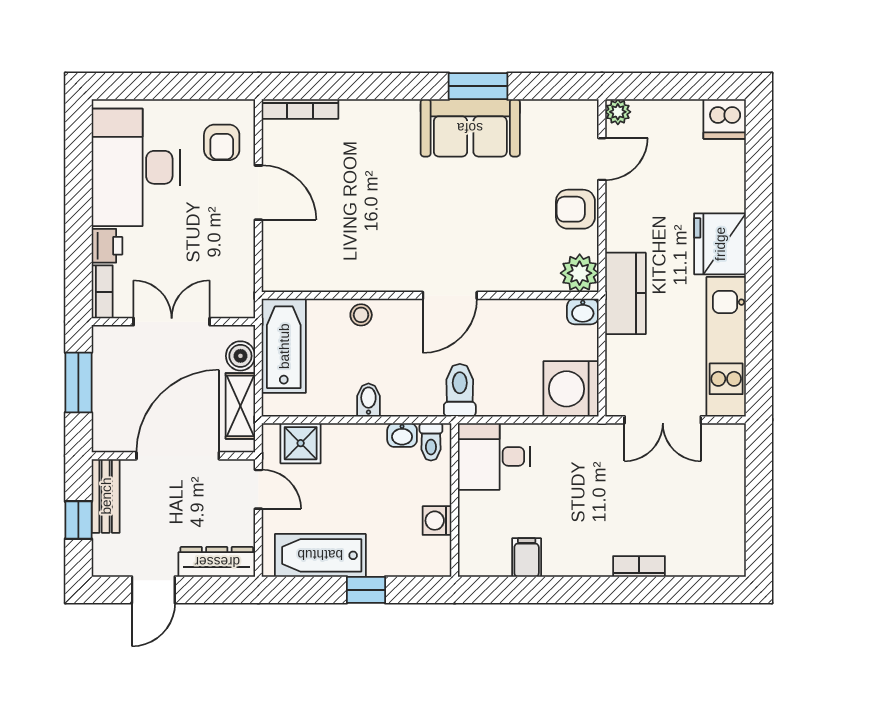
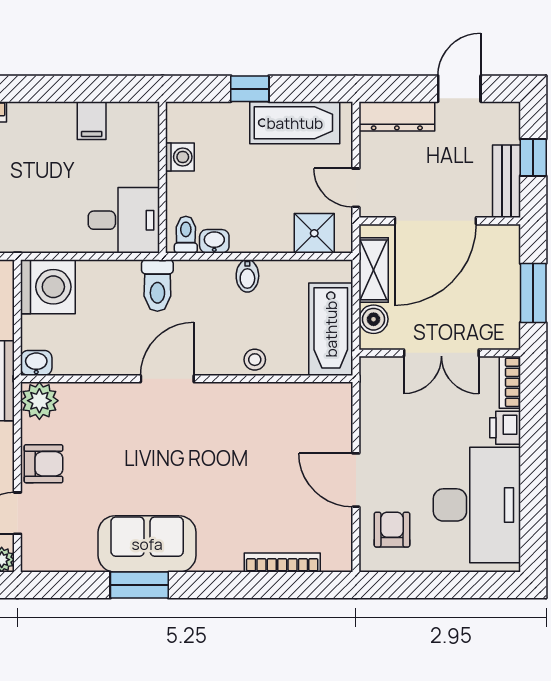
bookcase: (300, 109) -> (282, 562), moved

